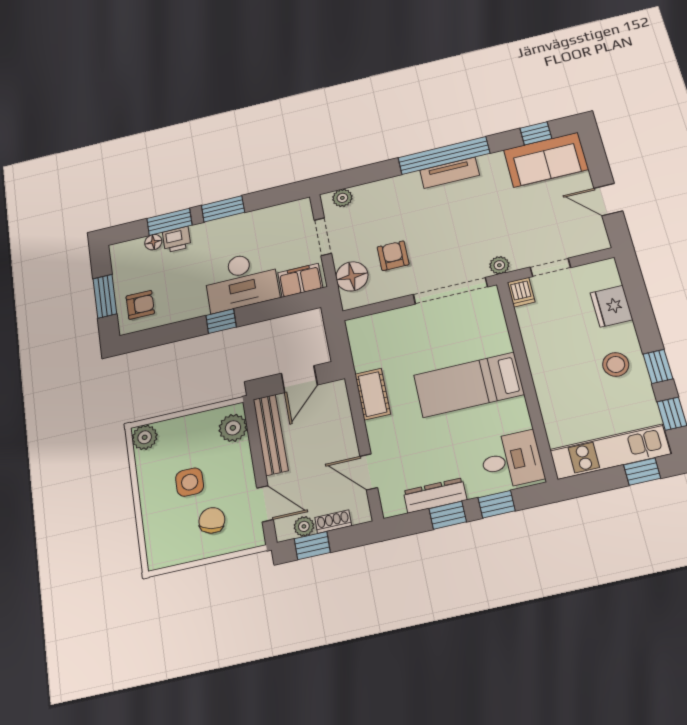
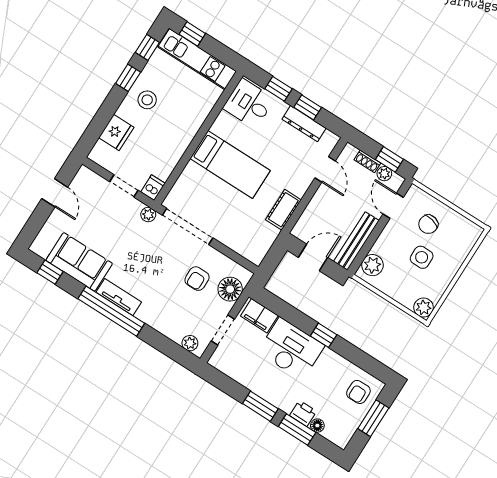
sofa: (546, 160) -> (79, 262), moved
armchair: (140, 305) -> (358, 392), turned -90

